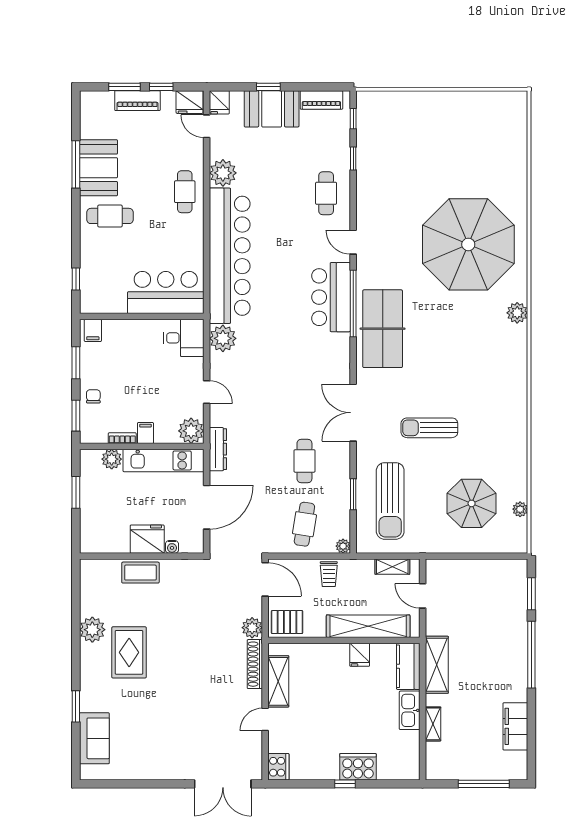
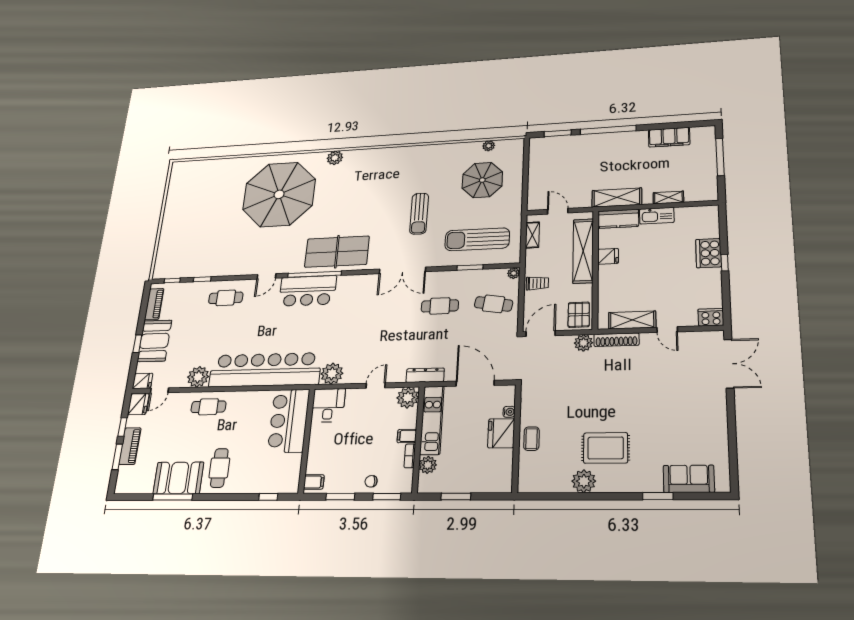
sun lounger: (390, 501) -> (477, 239), turned 180
coffee table: (140, 573) -> (531, 439), width x0.73, depth x0.77
door: (423, 596) -> (558, 211), swing flipped

